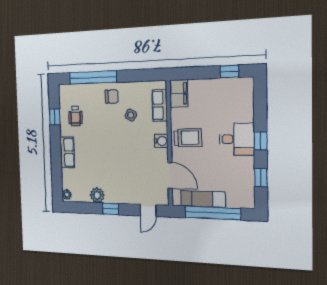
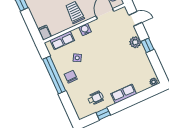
window: (93, 77) -> (54, 75), moved
filing cabinet: (179, 93) -> (45, 33), width x0.50
plant: (97, 195) -> (135, 42), moved

